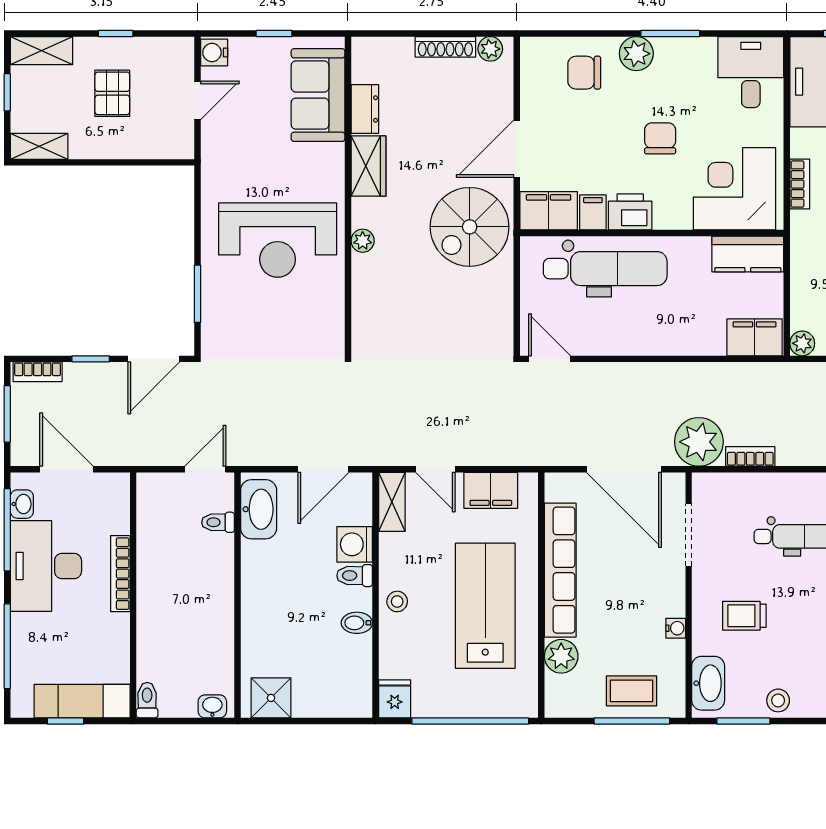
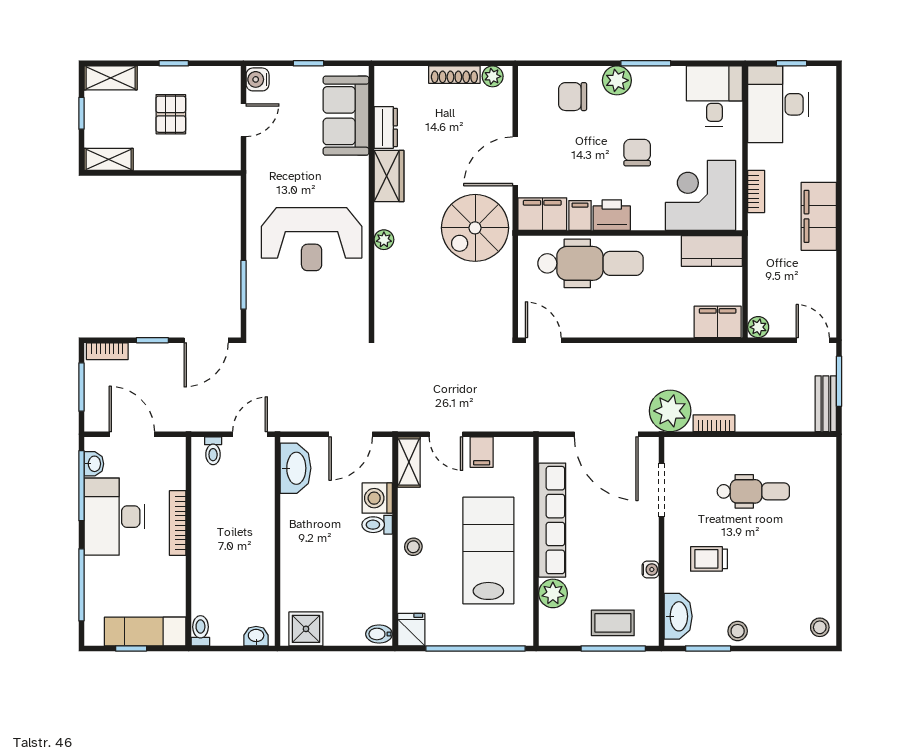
filing cabinet: (491, 490) -> (482, 452), width x0.50
toilet: (218, 522) -> (213, 451), moved, turned -90
bidet: (357, 623) -> (379, 634), moved

